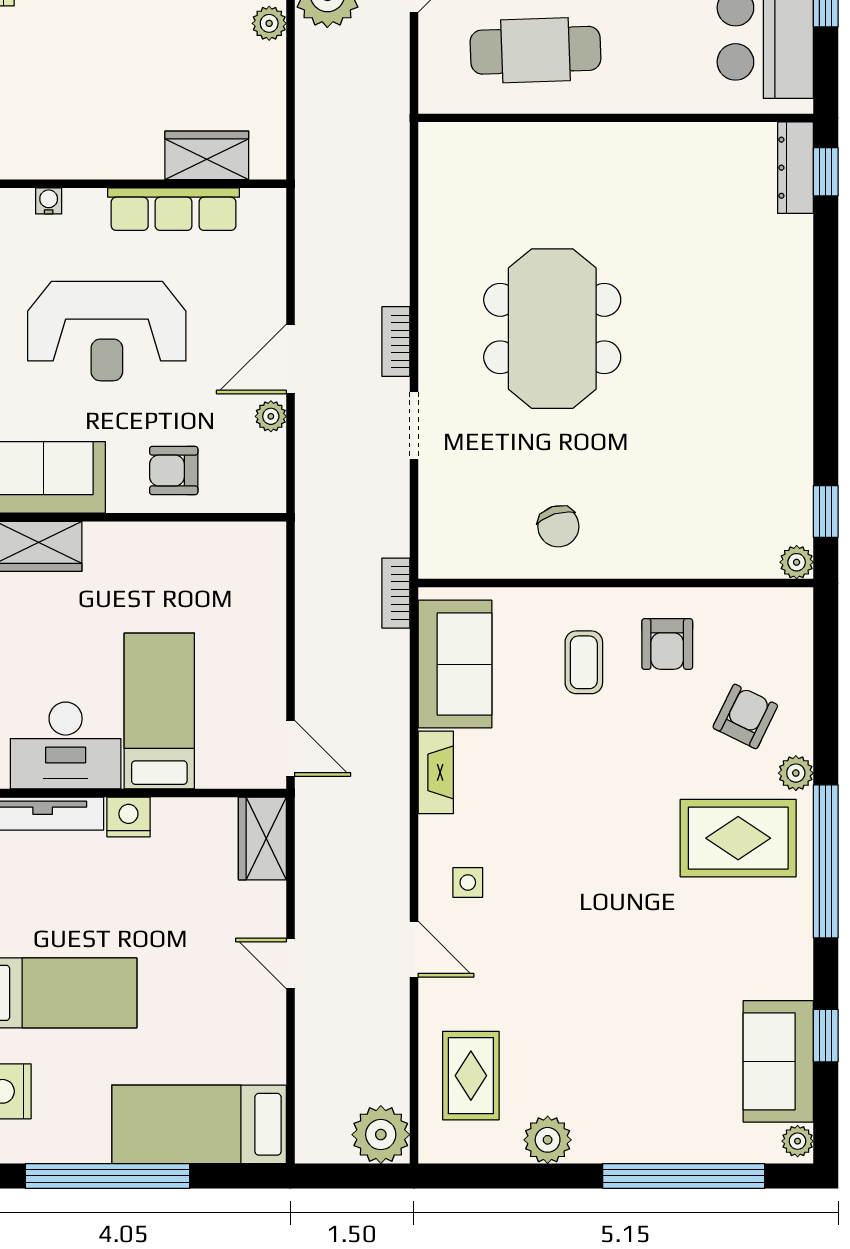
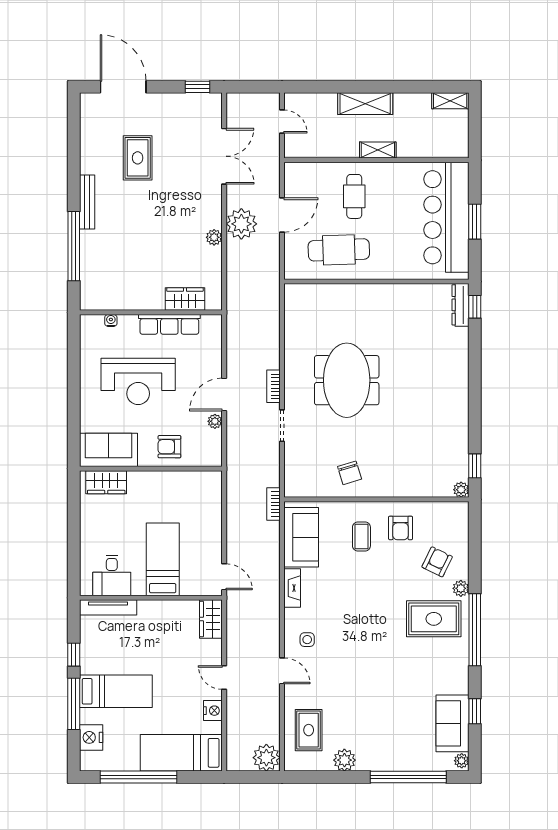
desk: (66, 745) -> (112, 575), width x0.73
nightstand: (128, 817) -> (213, 711), moved, turned 90

